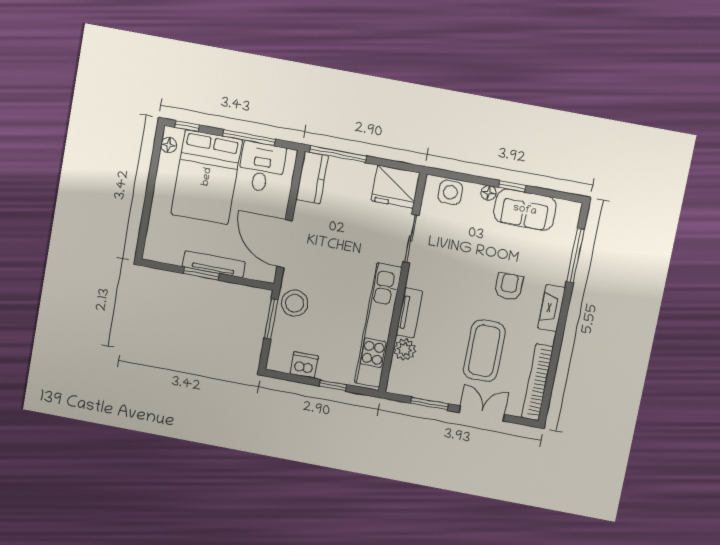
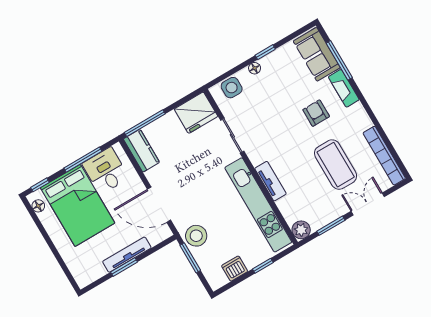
sofa: (525, 210) -> (317, 54), moved, turned 90
fireplace: (552, 308) -> (344, 88), moved
plant: (405, 349) -> (301, 230), moved

